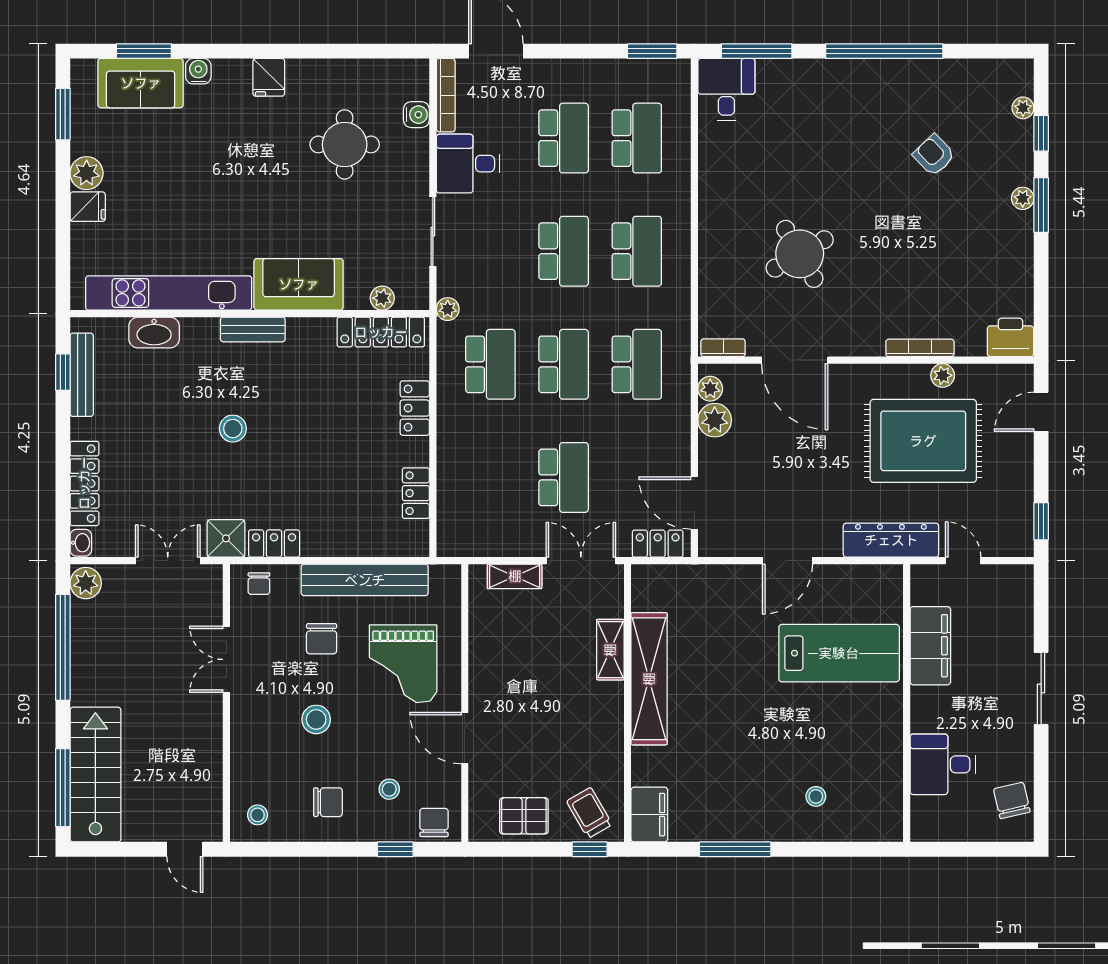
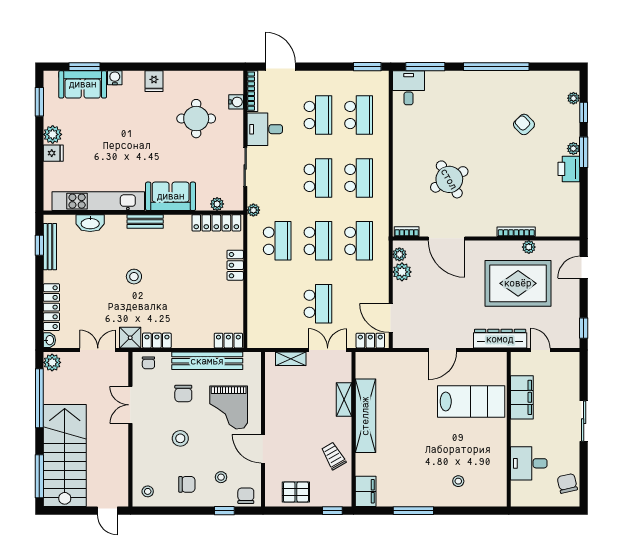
printer: (1010, 337) -> (569, 169), moved, turned -90
locker: (416, 493) -> (228, 341), moved, turned 90
stairs: (95, 775) -> (65, 455), width x1.36, depth x1.51
trolley: (589, 813) -> (333, 456), moved

